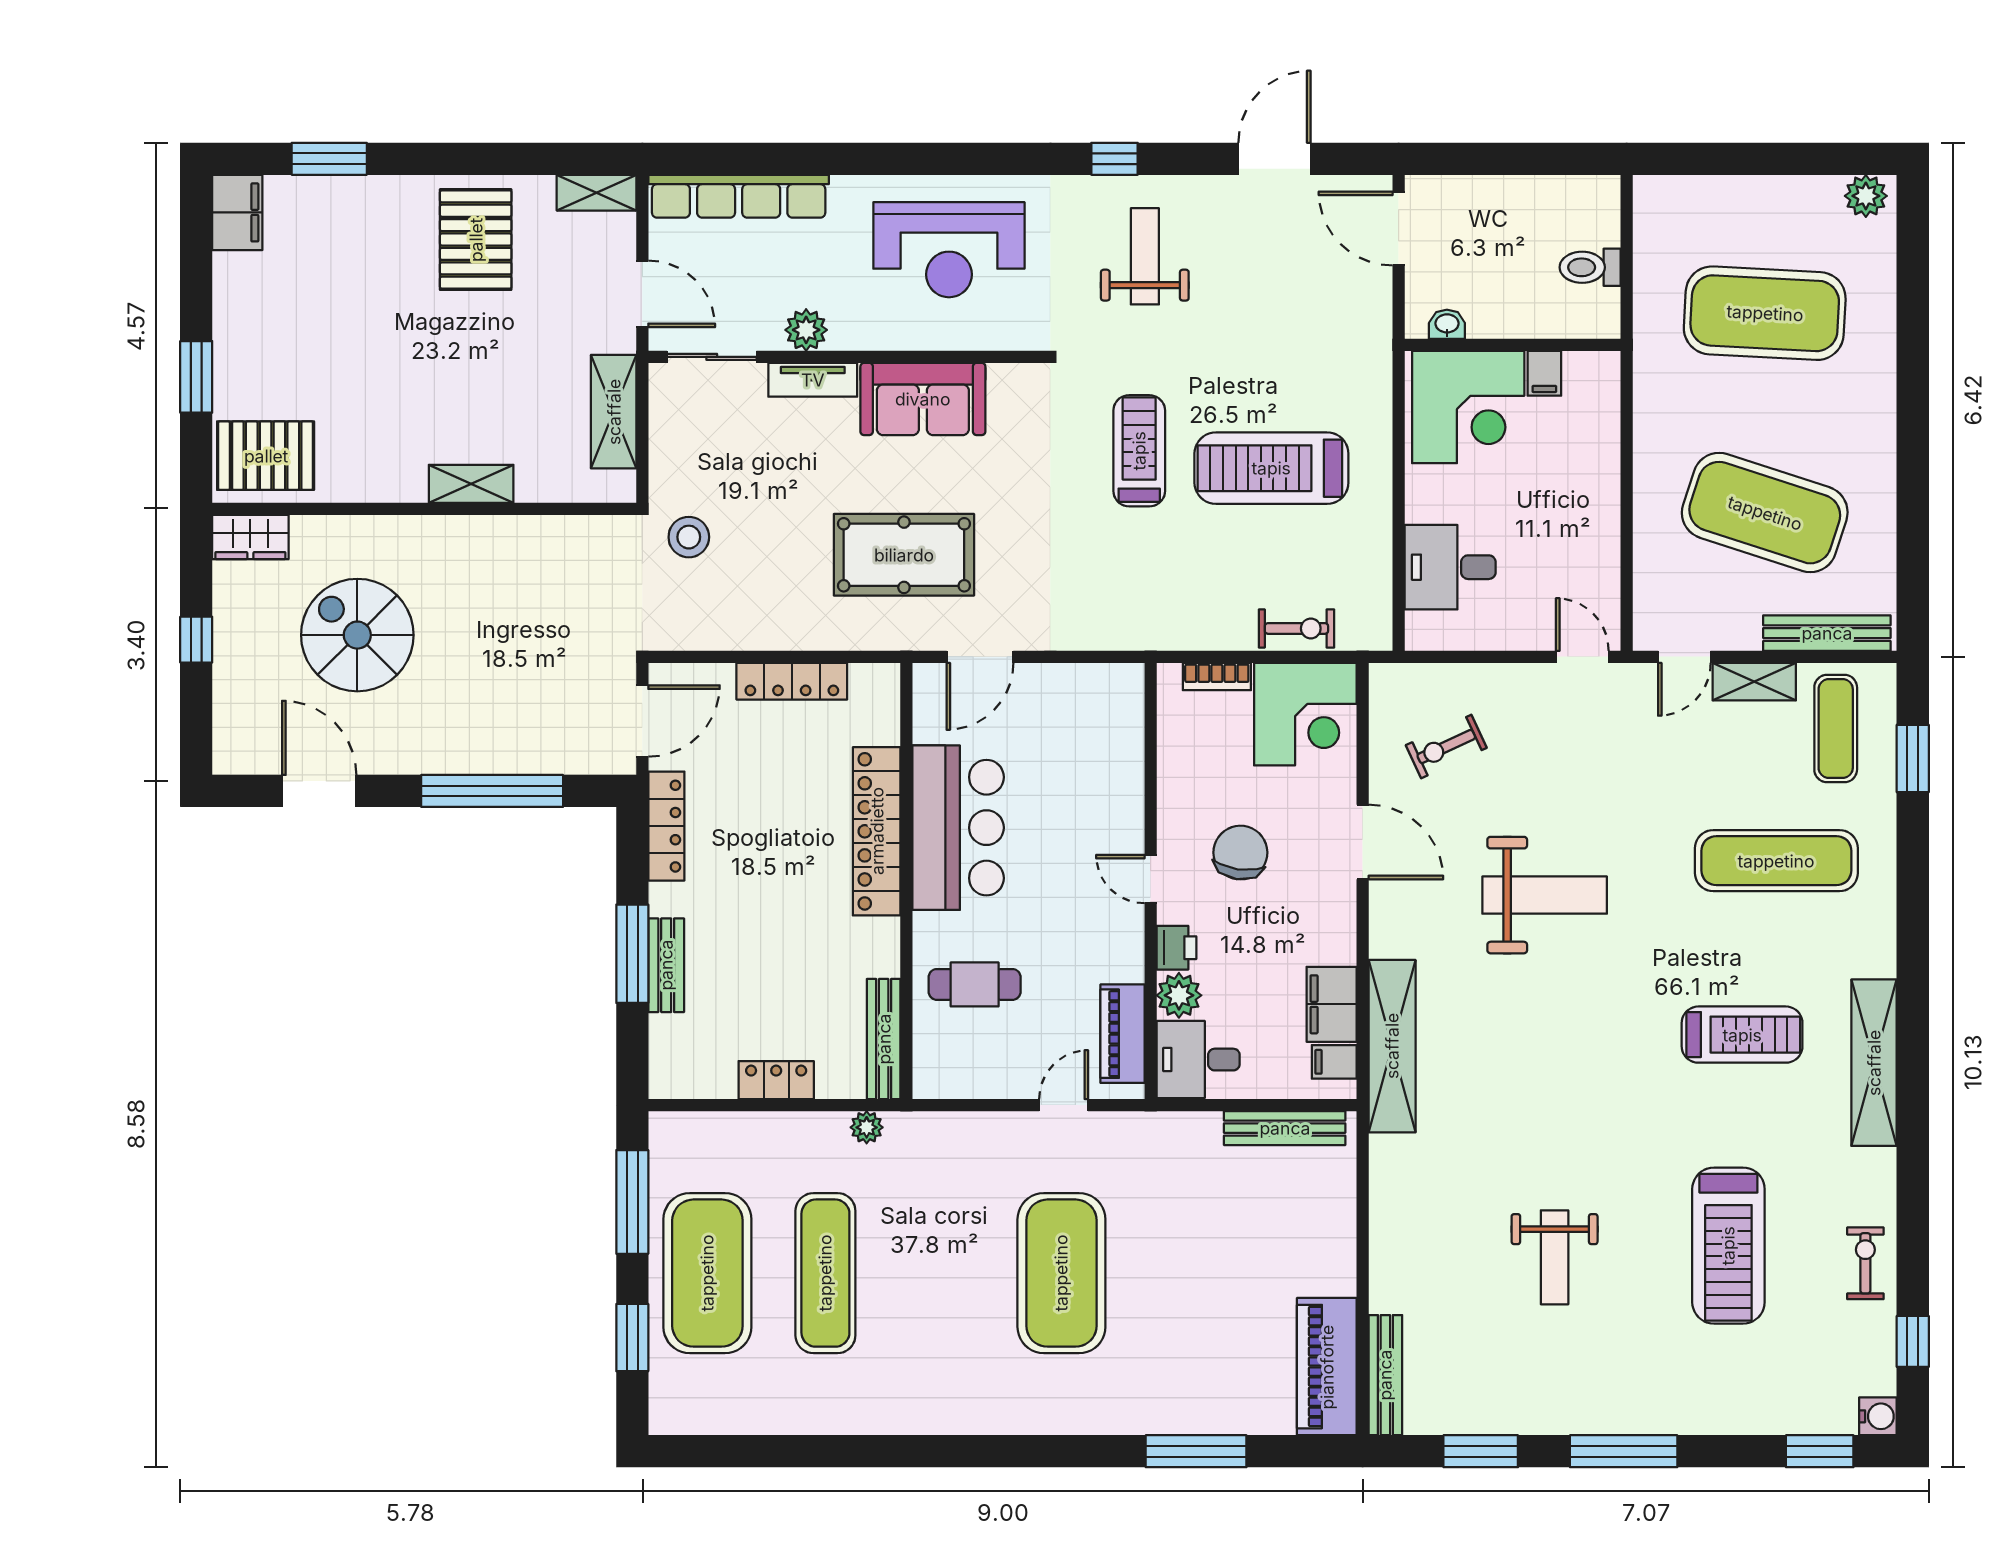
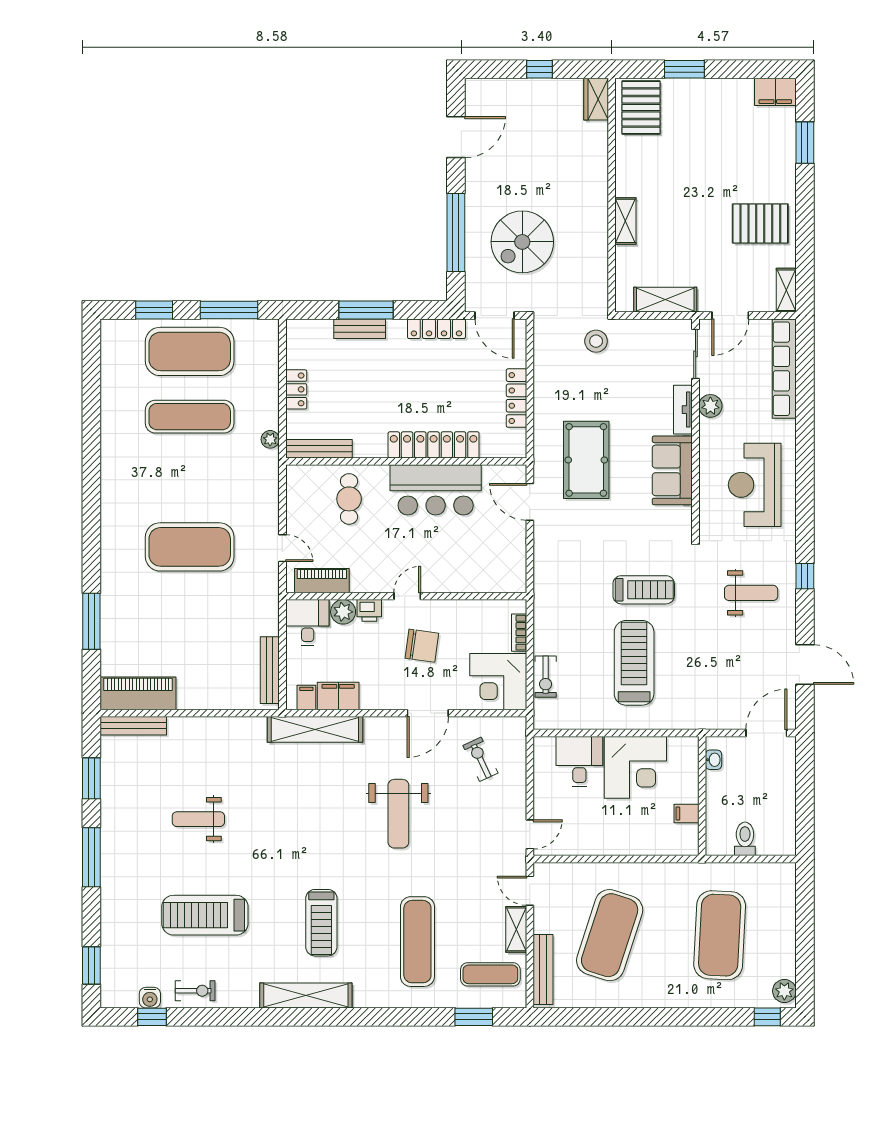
window: (1913, 227) -> (767, 1017), added
corner desk: (1468, 407) -> (635, 767), moved, turned -90
spiral stairs: (357, 635) -> (522, 242), moved, turned 180
water cooler: (1878, 1416) -> (150, 998), moved

